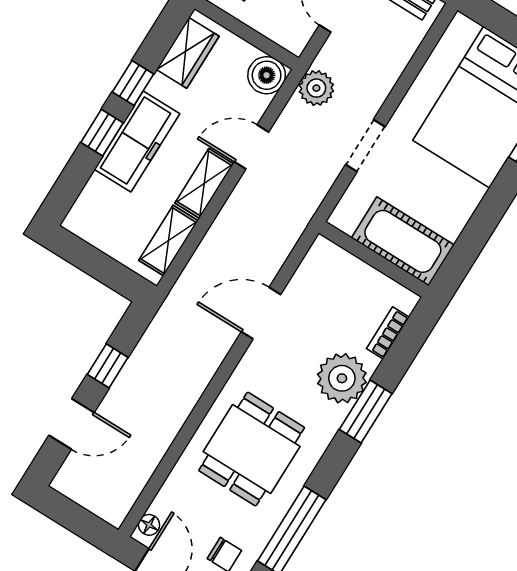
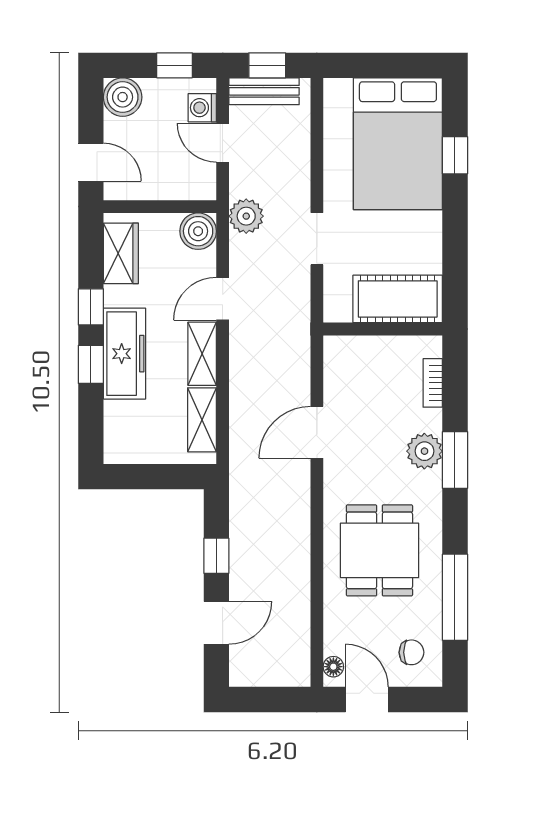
plant: (342, 378) -> (424, 451), width x0.73, depth x0.73

